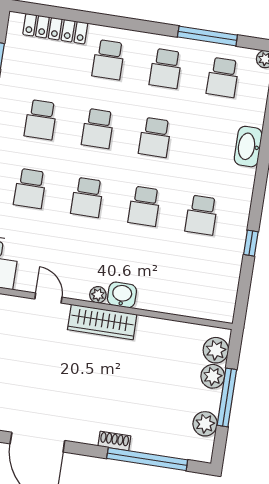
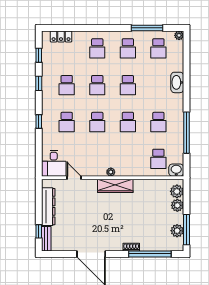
locker: (55, 29) -> (61, 36), width x0.66
window: (251, 243) -> (186, 133), width x3.17
school desk: (191, 284) -> (158, 159), added
washbasin: (122, 295) -> (176, 170), moved
door: (48, 298) -> (74, 178), moved
window: (227, 397) -> (186, 230), moved

